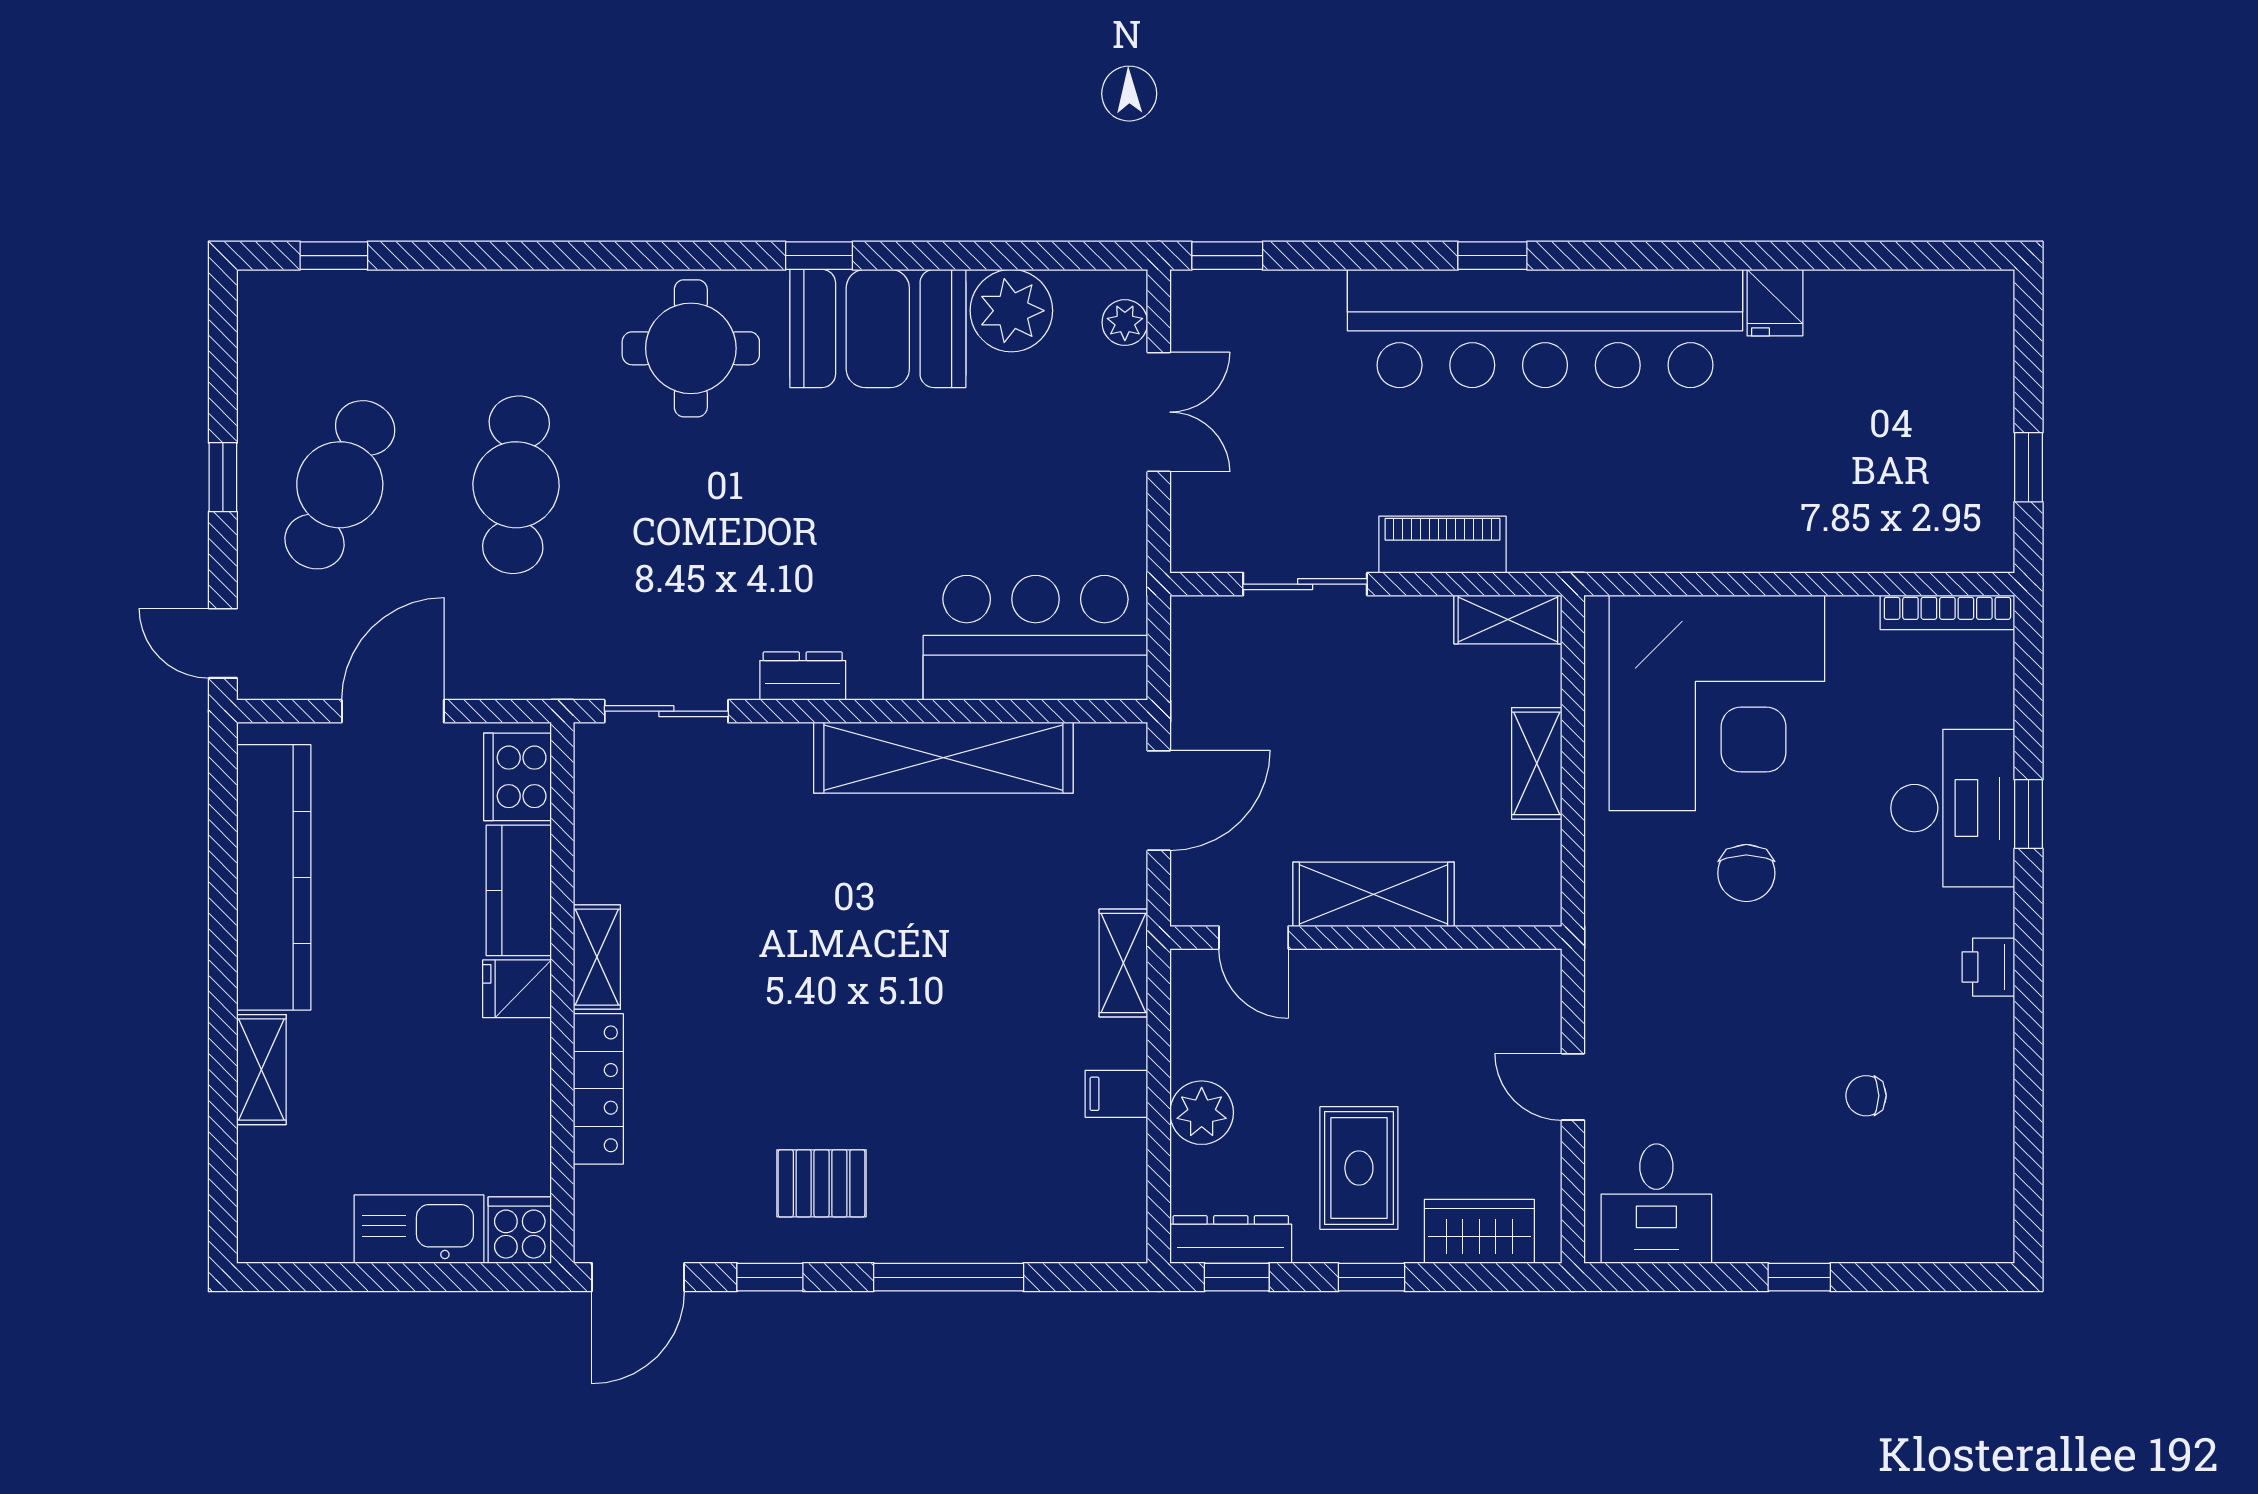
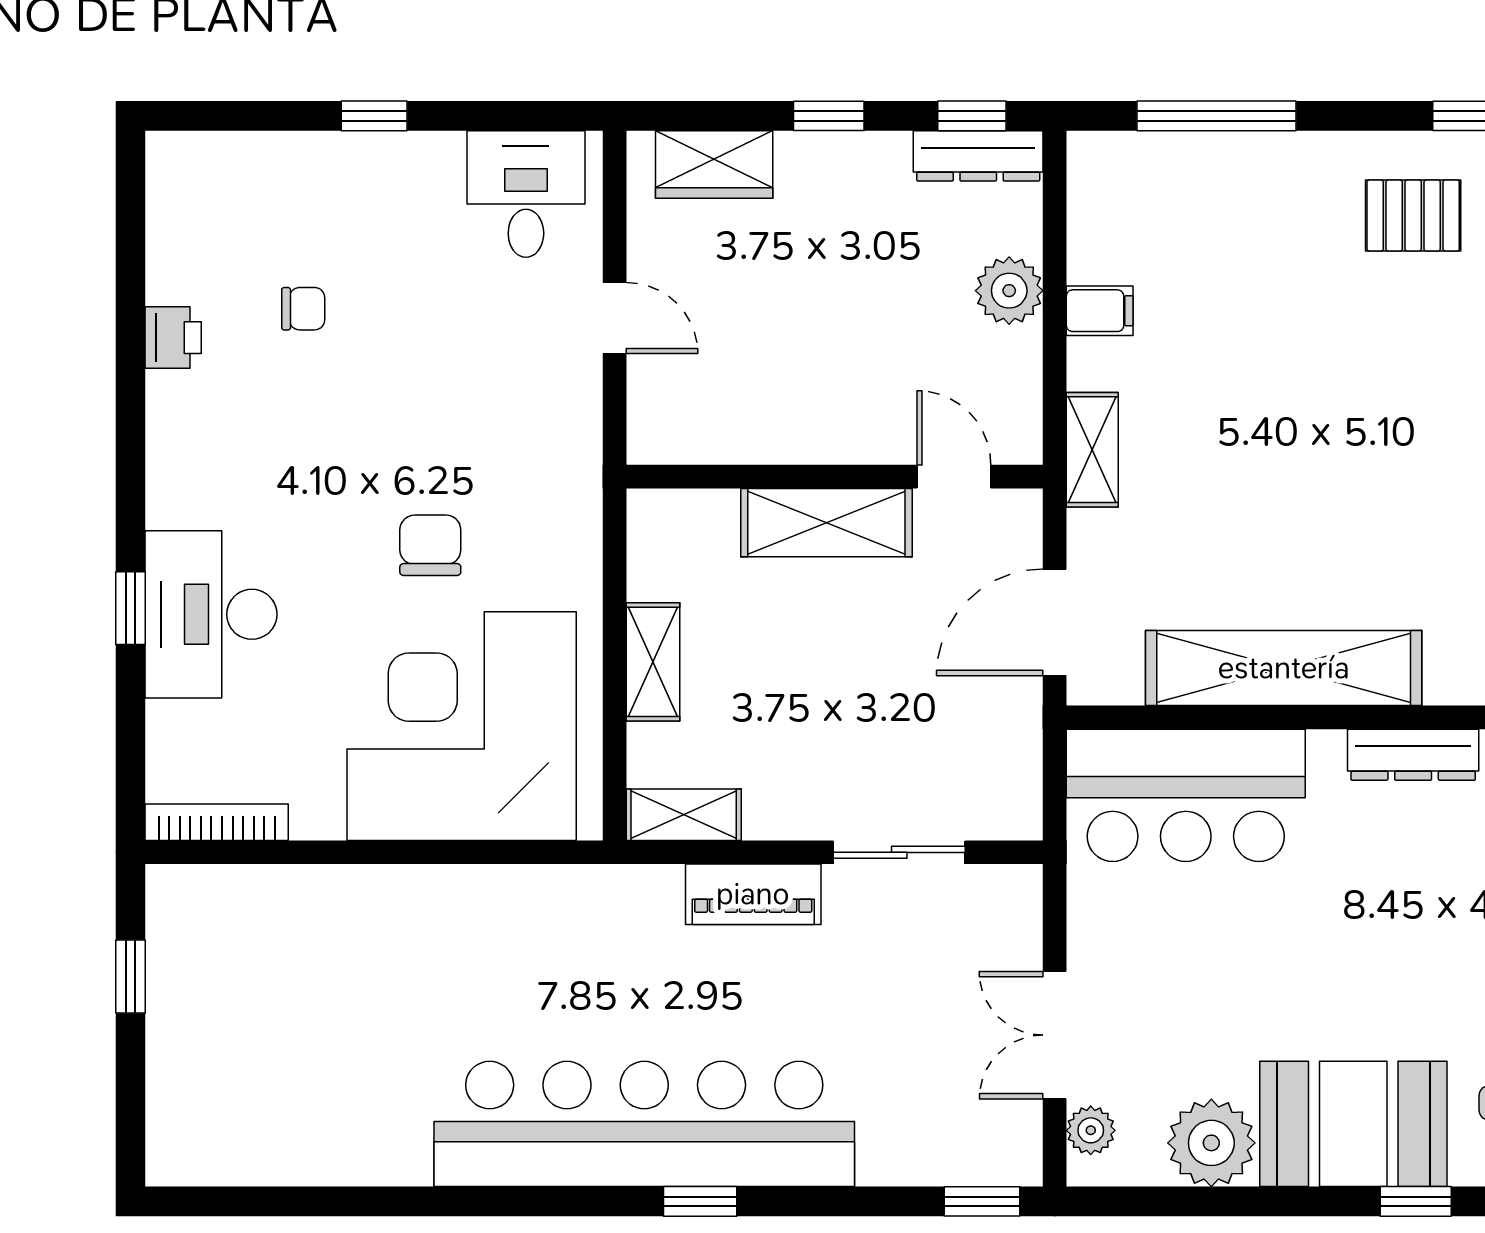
fridge: (1775, 303) -> (400, 1151), removed
dresser: (803, 676) -> (1413, 755), width x1.44
printer: (1988, 967) -> (173, 338), moved
rug: (1359, 1168) -> (842, 232), removed
window: (949, 1277) -> (1217, 116), moved

